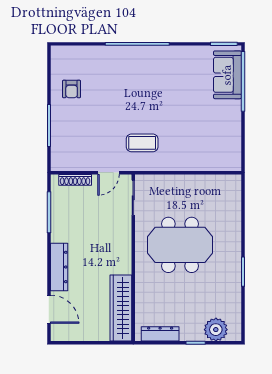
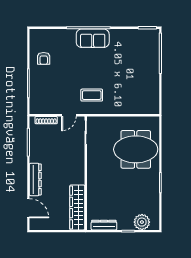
sofa: (227, 75) -> (93, 38), moved, turned -90
meeting table: (180, 245) -> (136, 149), moved

